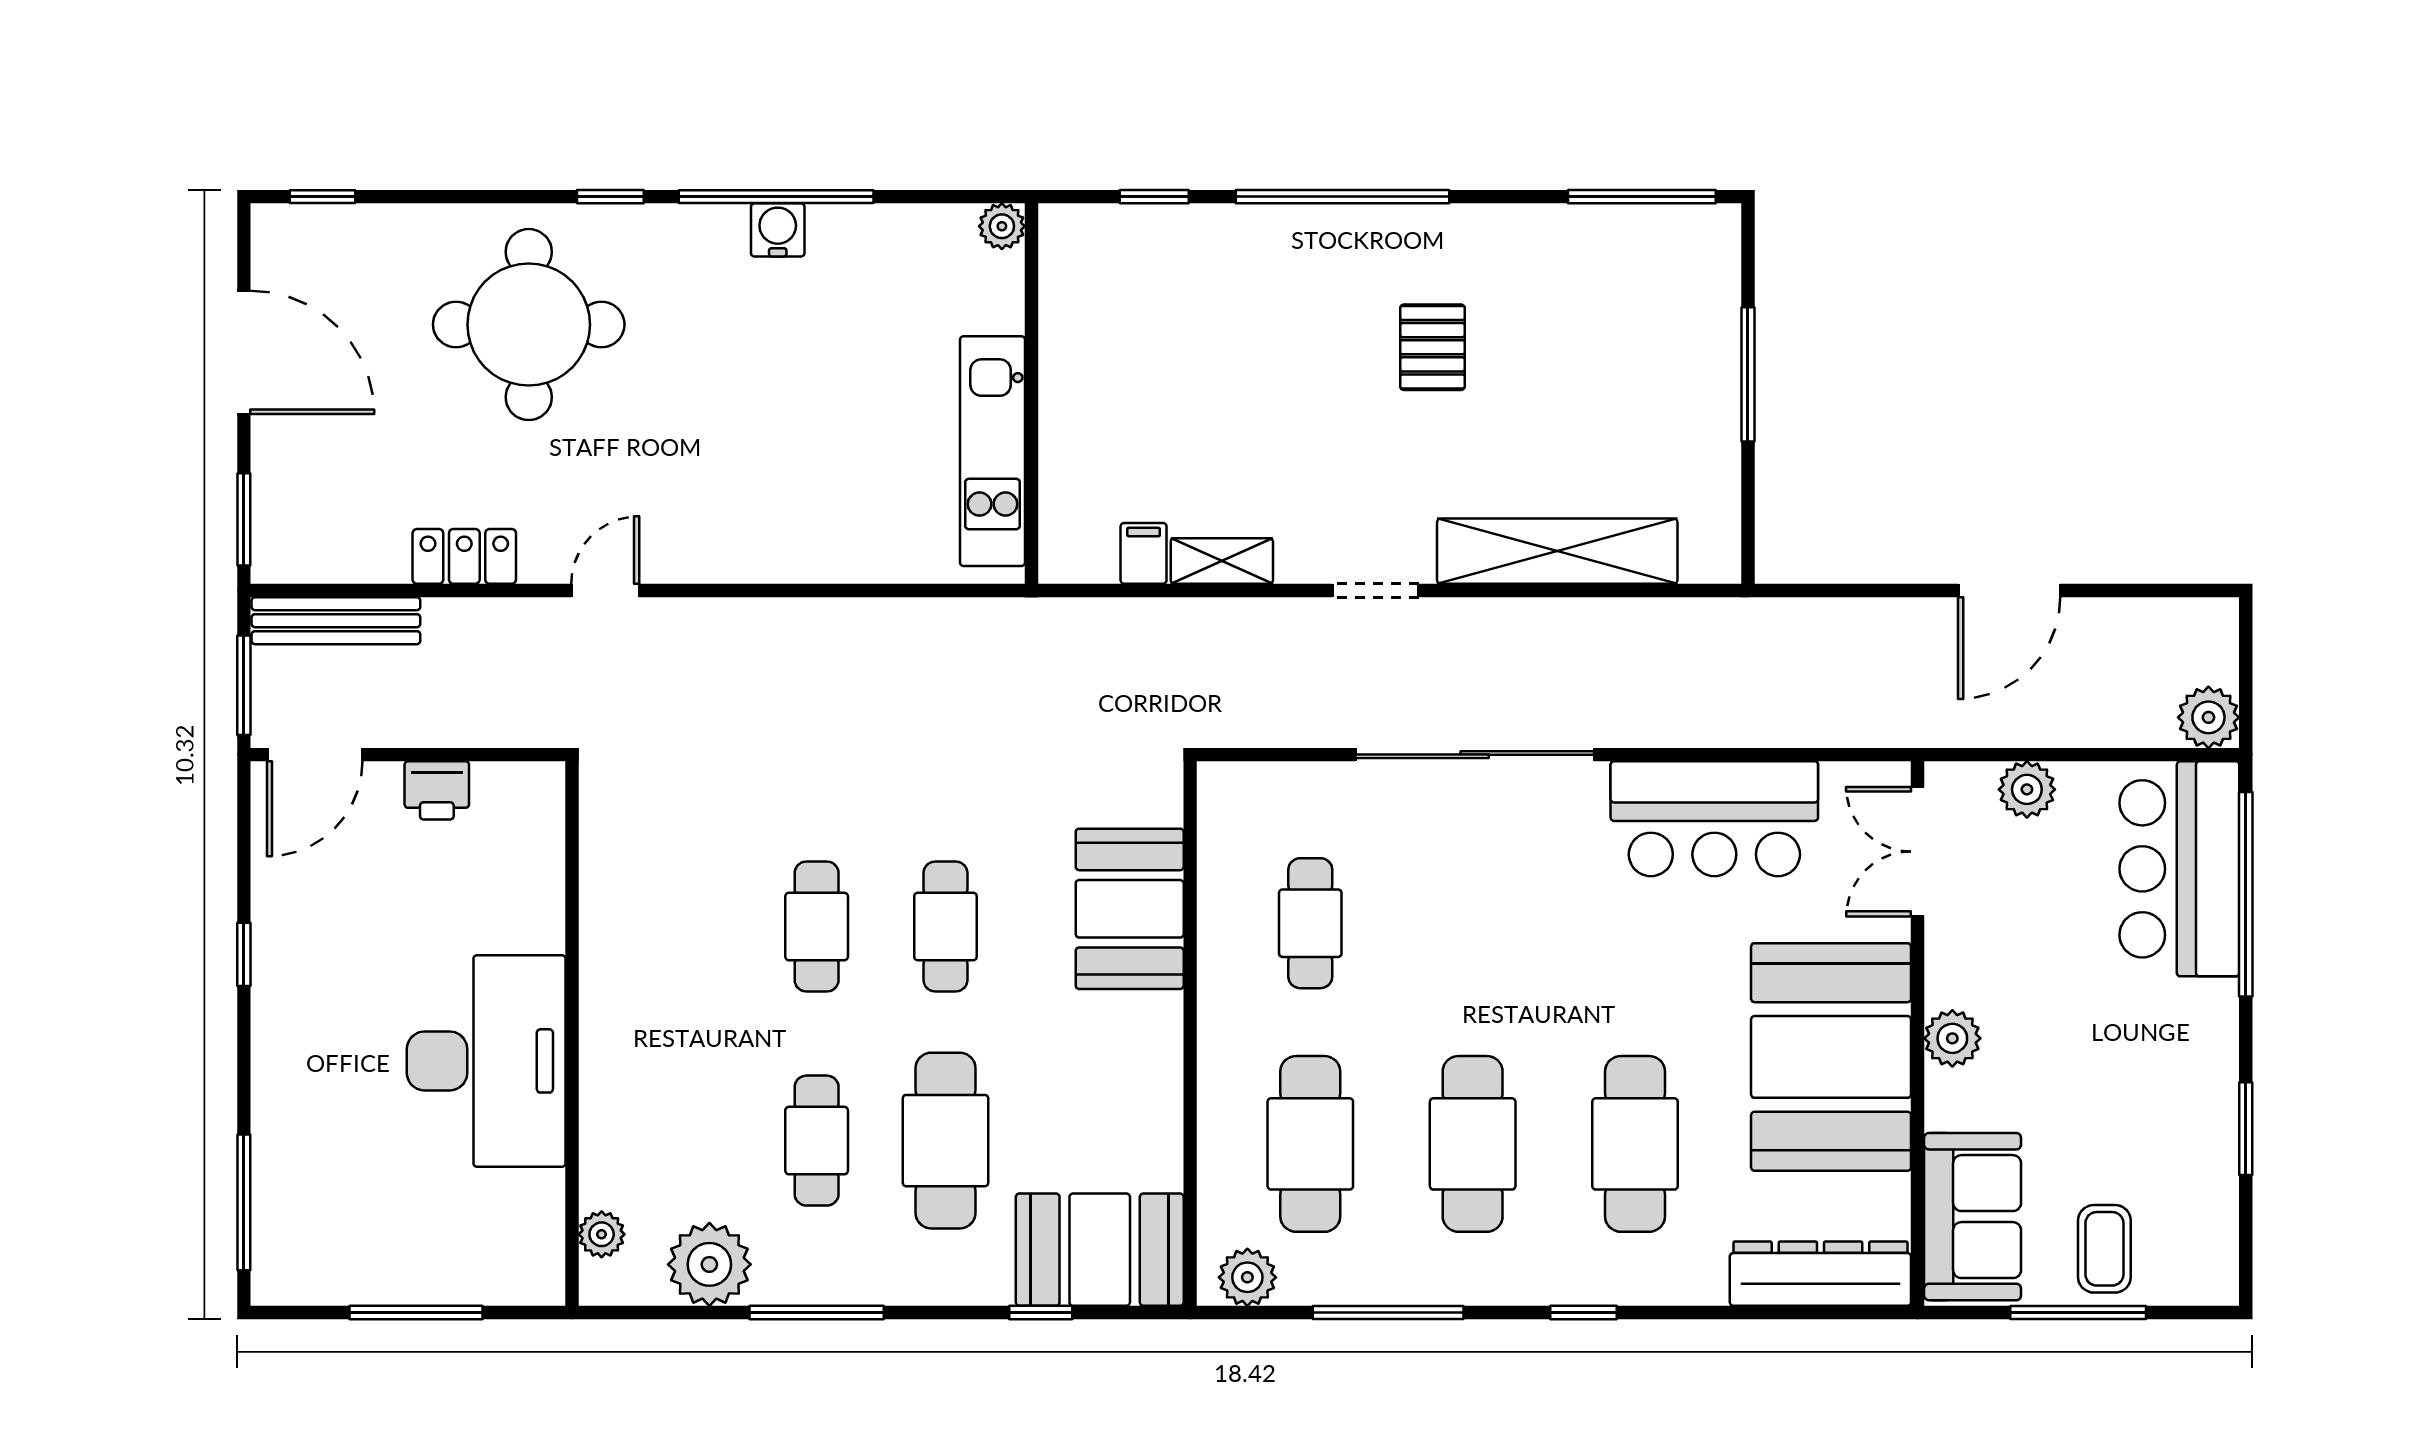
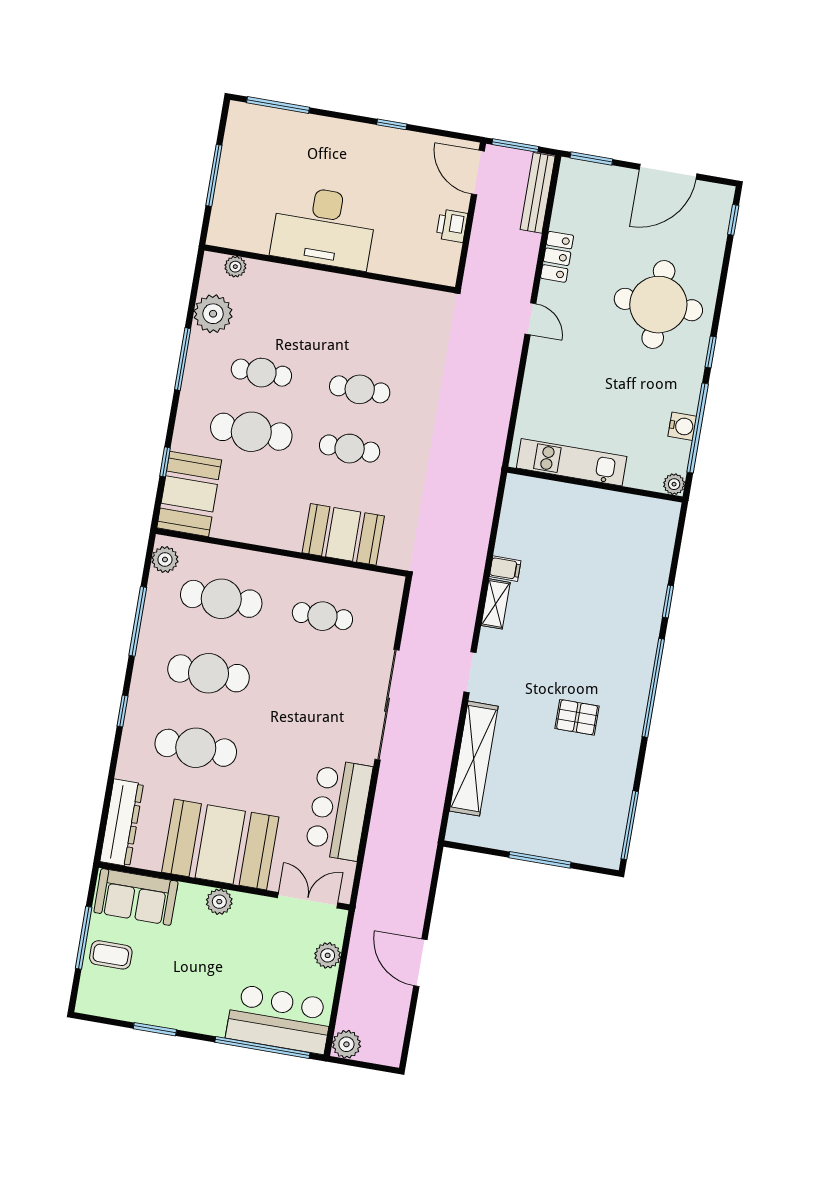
plant: (1002, 226) -> (674, 484), moved
wall: (1031, 394) -> (595, 485), moved
kitchen unit: (992, 451) -> (572, 462), moved

